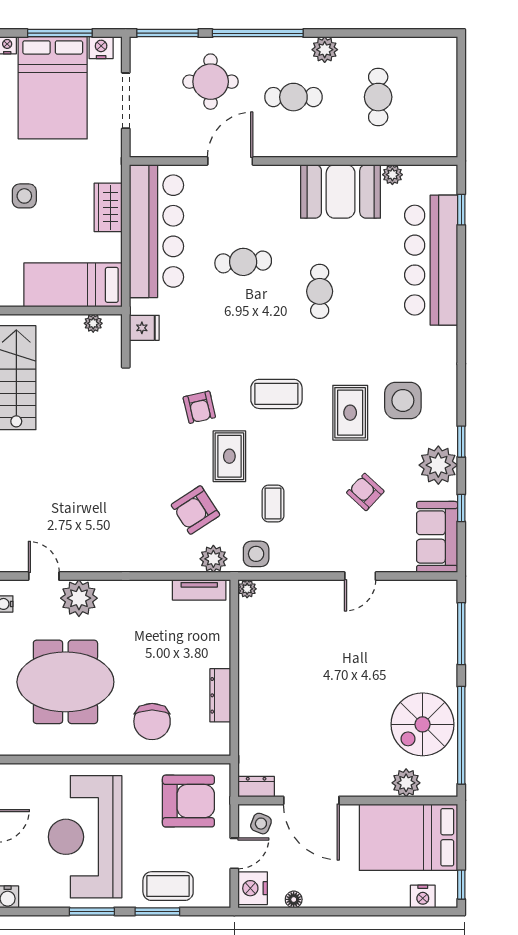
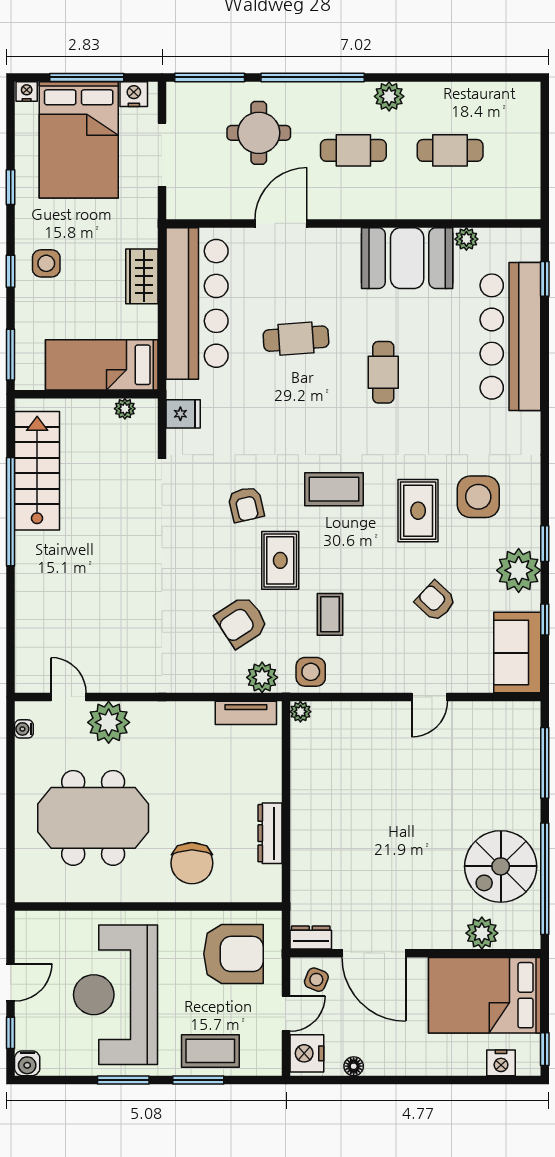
cafe table: (378, 97) -> (450, 150), turned 90

